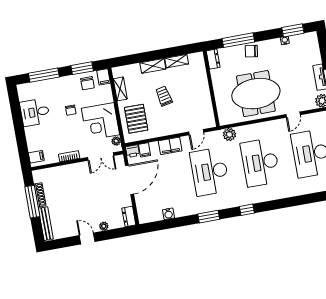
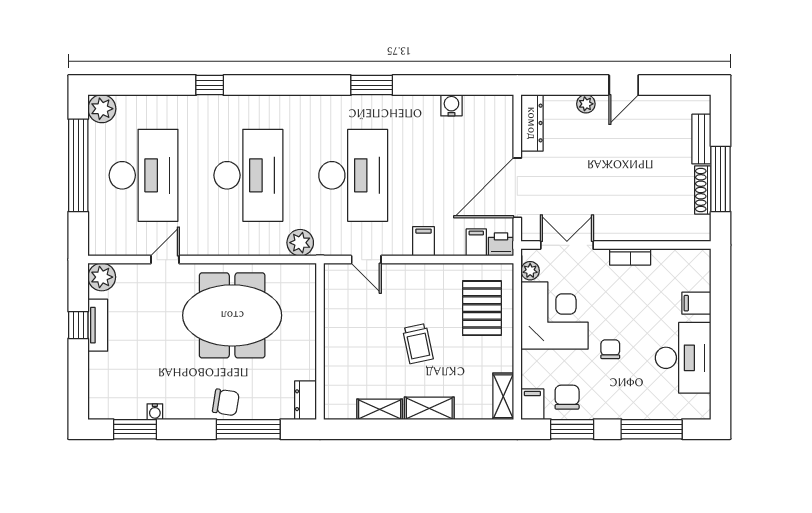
shelving: (120, 89) -> (503, 396), moved
desk: (35, 112) -> (683, 358), width x1.37
door: (196, 132) -> (366, 260), swing flipped
filing cabinet: (170, 146) -> (424, 241), width x0.50
filing cabinet: (36, 157) -> (696, 303), moved
window: (247, 210) -> (210, 85), moved
dresser: (129, 216) -> (532, 123), width x1.44
bench: (46, 224) -> (701, 139), width x0.73
door: (87, 239) -> (624, 85), hinge flipped

